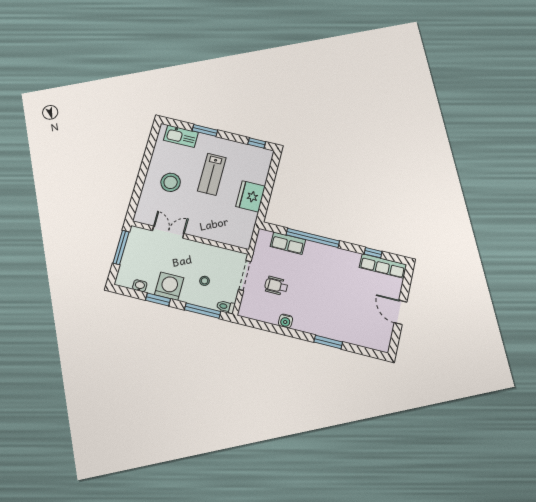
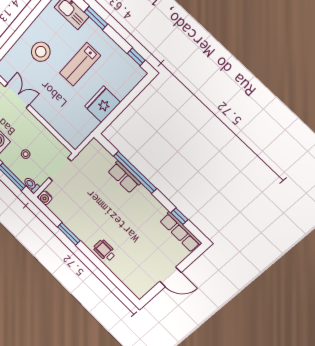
row of seats: (288, 243) -> (124, 177), moved
wheelchair: (276, 286) -> (105, 251), moved
door: (400, 312) -> (170, 277), swing flipped
water cooler: (285, 321) -> (45, 198), moved
window: (328, 342) -> (69, 234), moved

